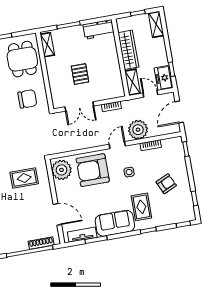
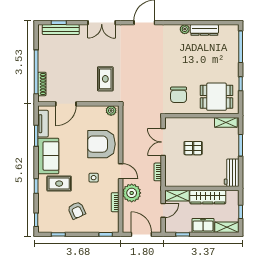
freezer: (164, 78) -> (203, 225), moved
plant: (61, 170) -> (111, 111), width x0.53, depth x0.53
armchair: (93, 170) -> (101, 144), turned -90

